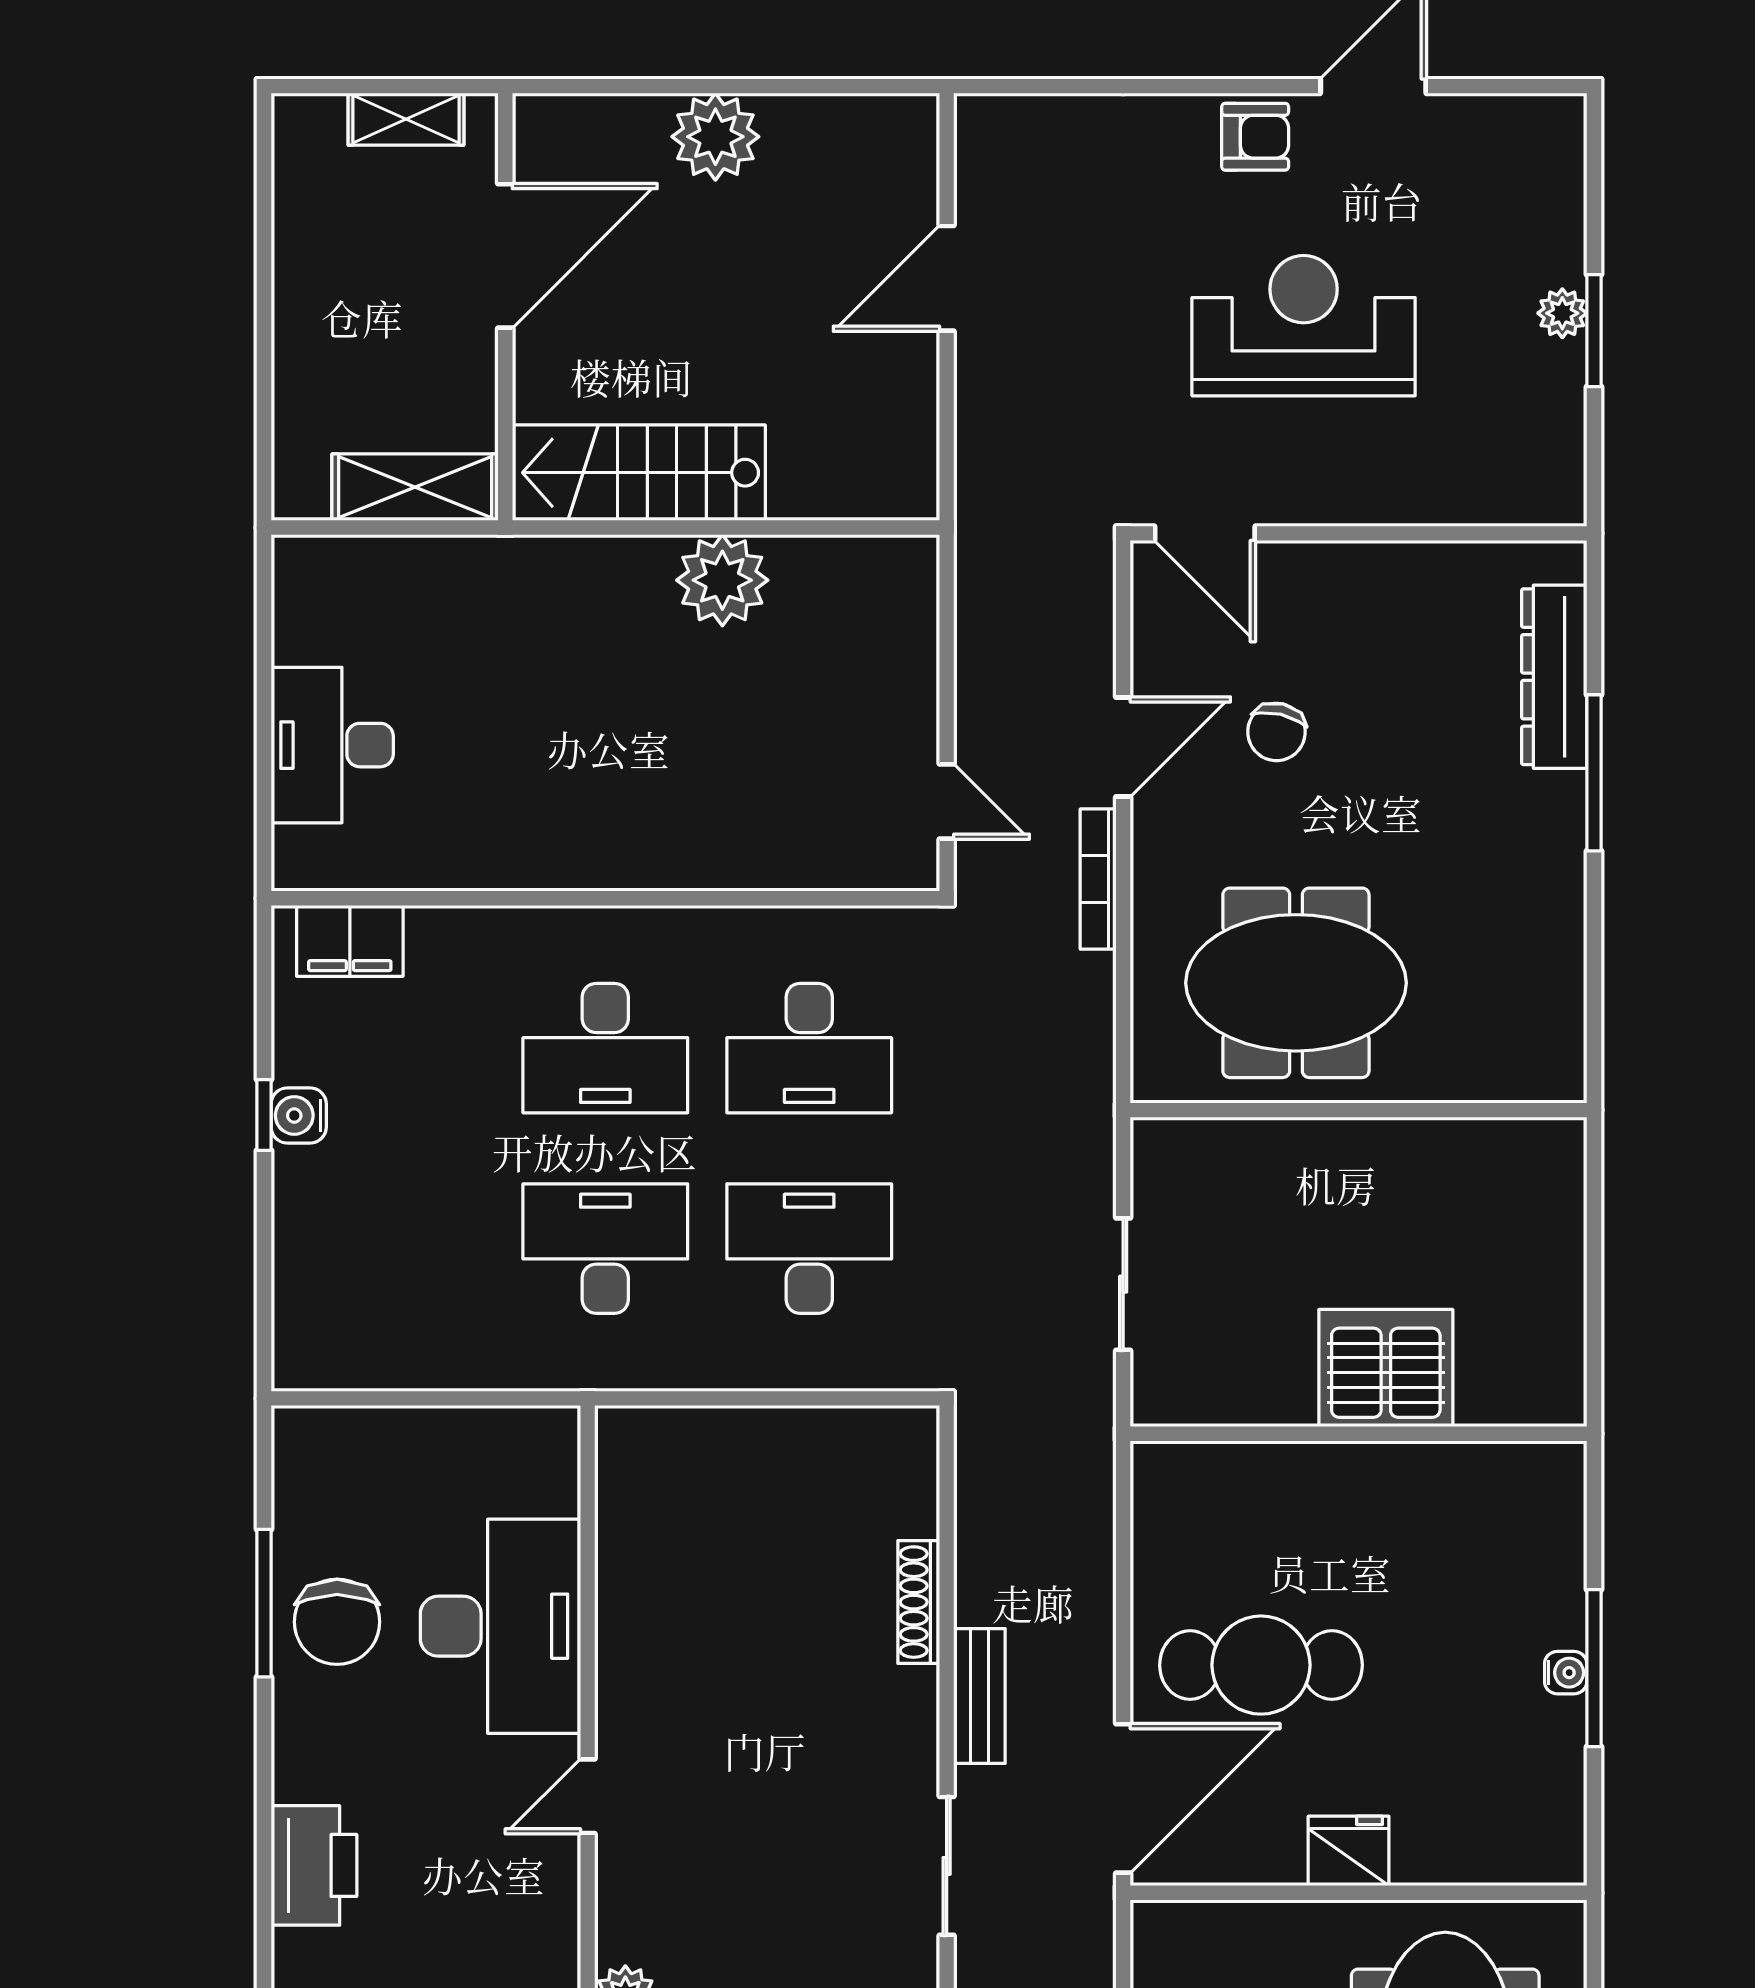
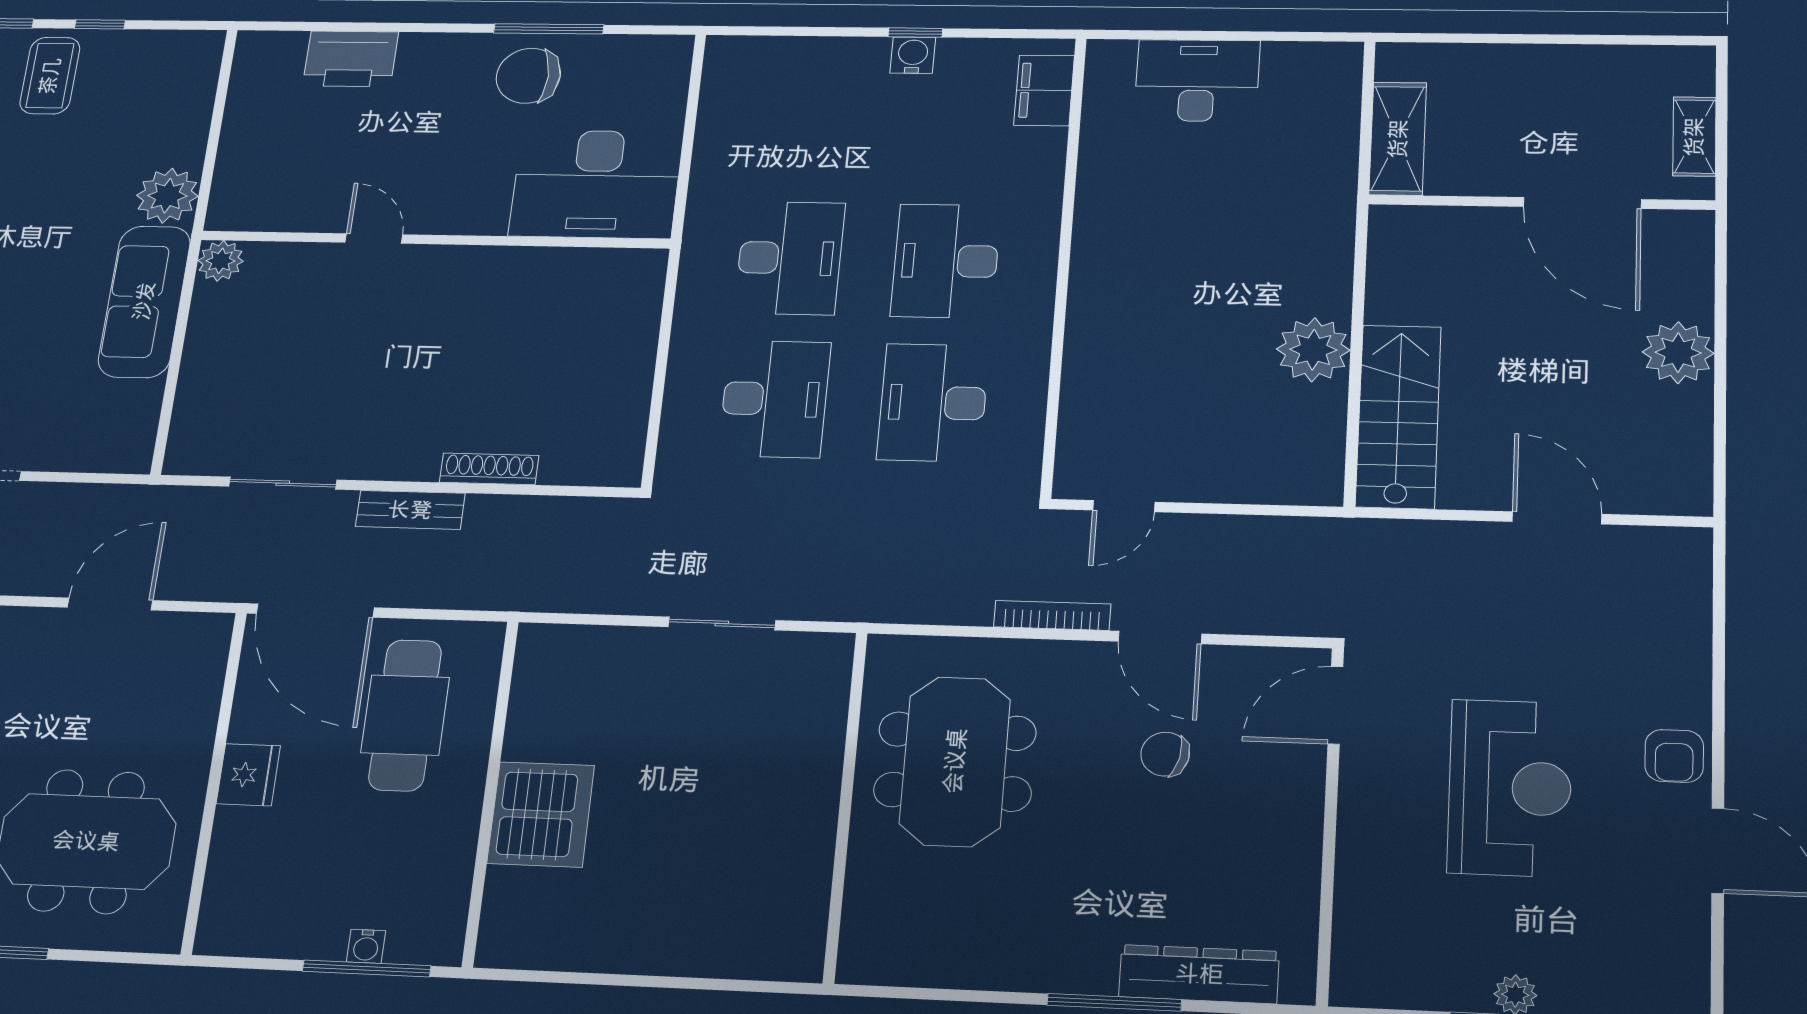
stairs: (639, 473) -> (1398, 416), moved
server rack: (1386, 1368) -> (541, 814), moved
wall: (1359, 1434) -> (490, 792), moved
desk: (500, 1626) -> (596, 184), moved

